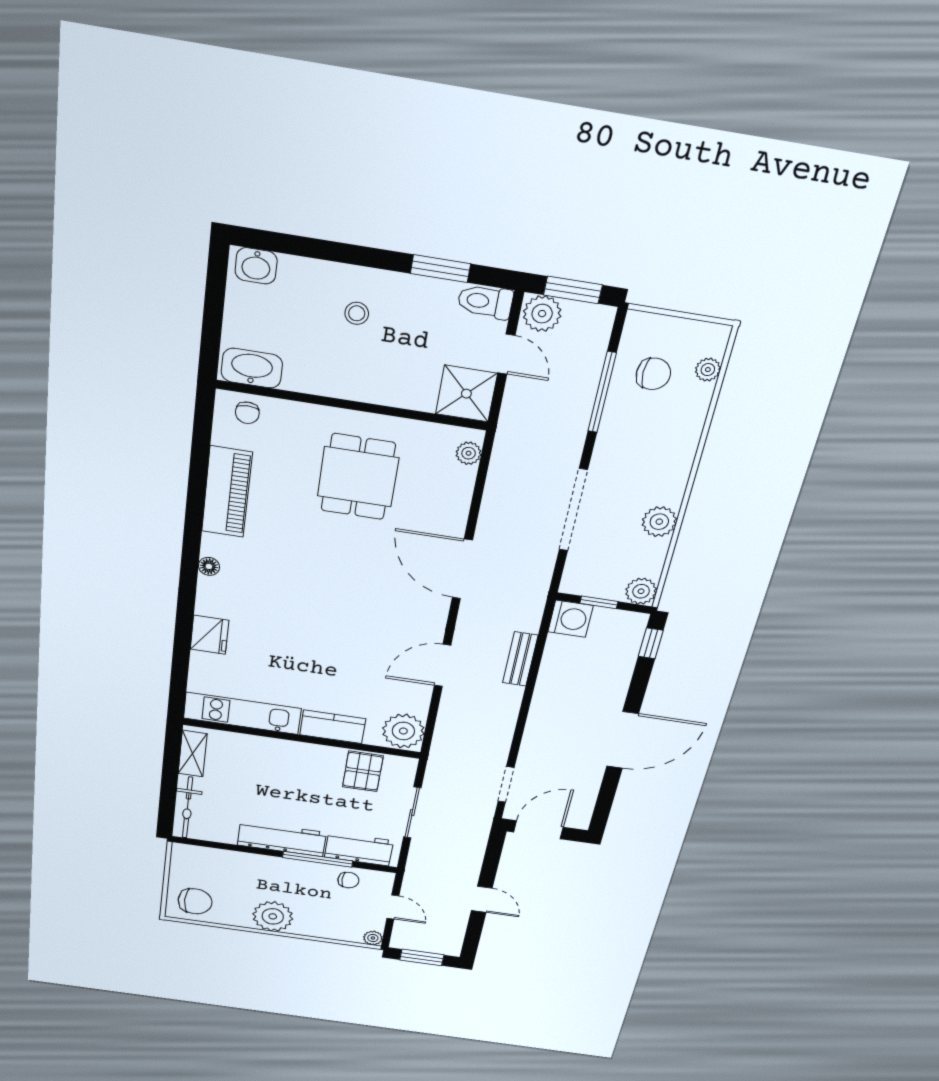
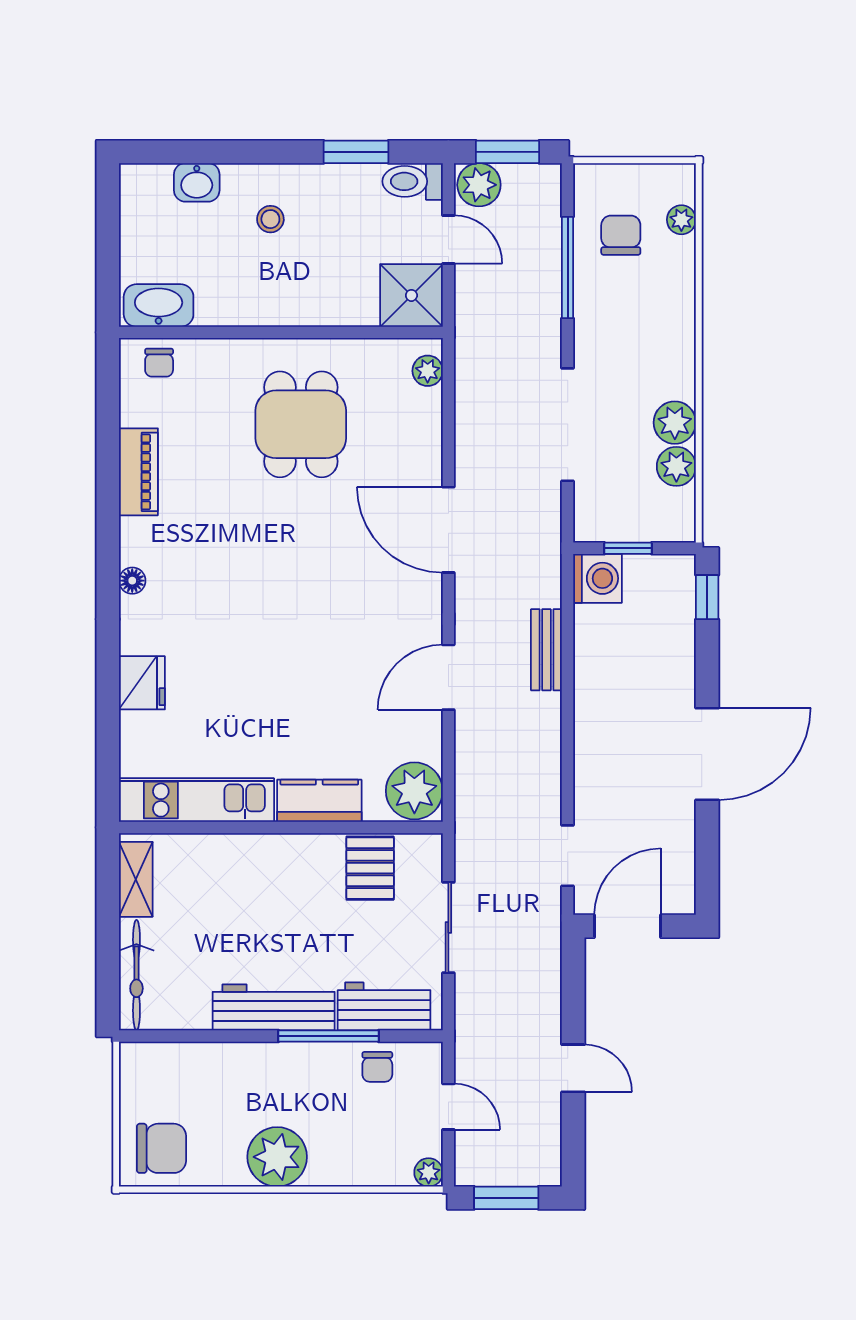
washbasin: (256, 266) -> (197, 182), moved
chair: (653, 374) -> (621, 235), turned -90
piano: (227, 492) -> (138, 472), width x0.73, depth x0.75
plant: (641, 591) -> (676, 466), moved
chair: (348, 880) -> (377, 1067), turned 90

